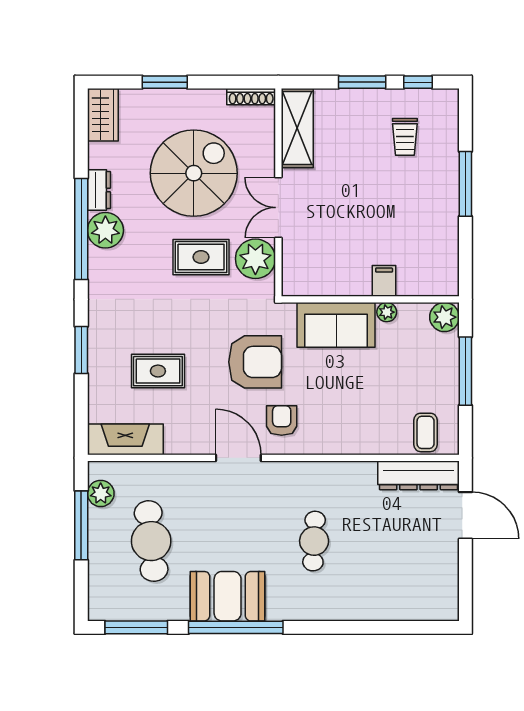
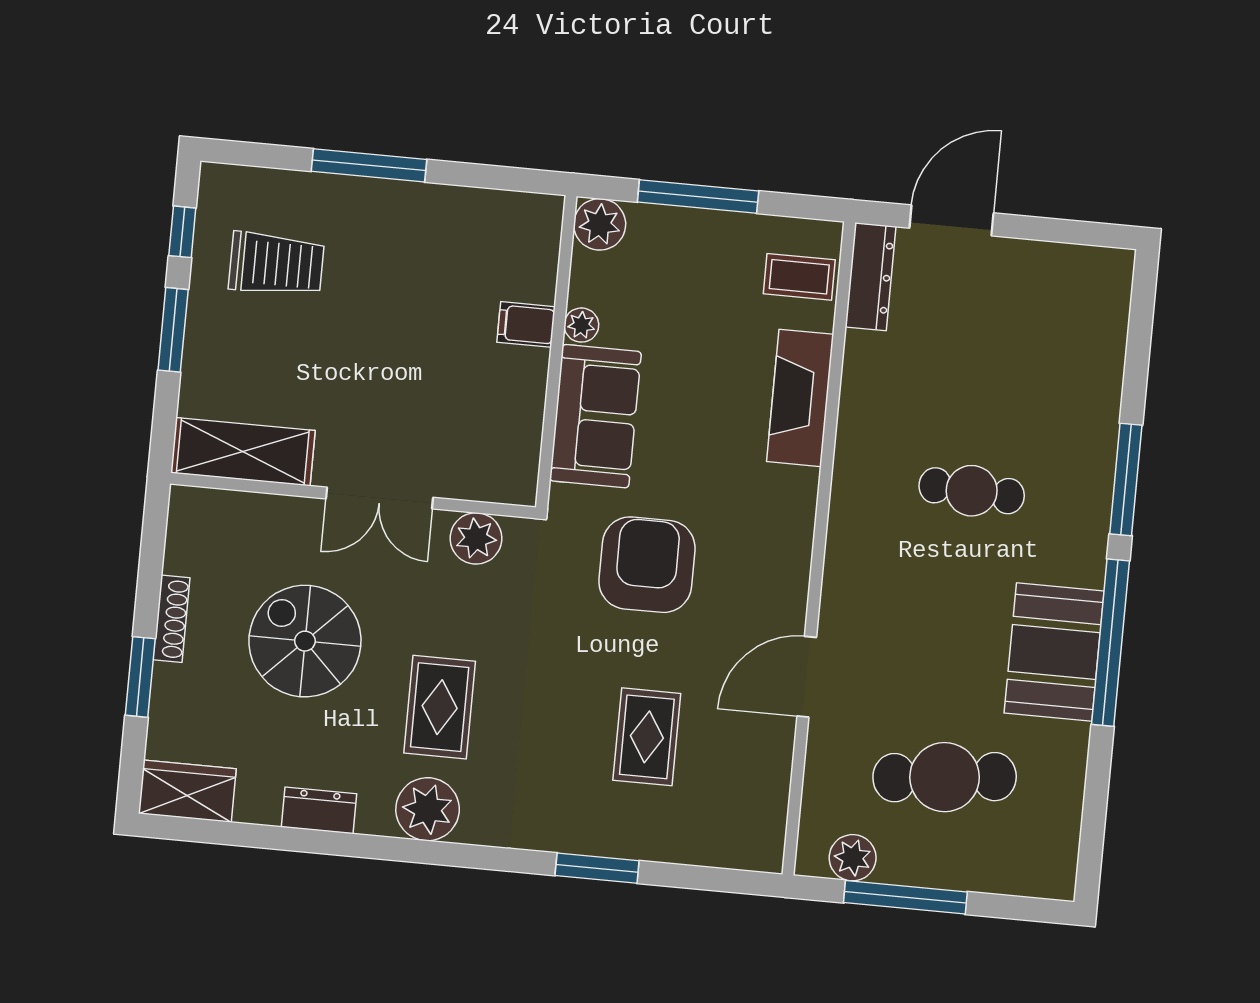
shoe rack: (251, 97) -> (171, 619), moved
trolley: (405, 137) -> (276, 264), width x1.36, depth x1.39
spiral stairs: (194, 173) -> (305, 641), width x0.73, depth x0.73
window: (81, 229) -> (384, 848), removed
plant: (105, 230) -> (428, 809), moved
rug: (201, 257) -> (440, 707), moved
plant: (255, 259) -> (476, 538), width x0.73, depth x0.73
armchair: (282, 420) -> (754, 528), removed
fireplace: (125, 439) -> (800, 398), moved
door: (238, 458) -> (807, 677), moved
dresser: (419, 475) -> (871, 277), width x0.73, depth x0.80
window: (136, 627) -> (1126, 479), moved

